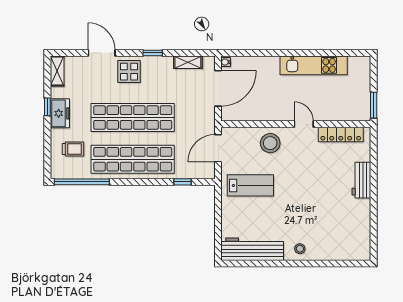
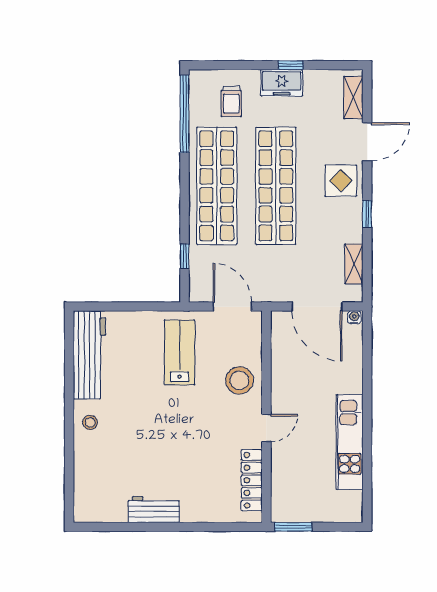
shelving: (57, 71) -> (353, 98), moved, turned 90
workbench: (361, 180) -> (154, 510), moved
lab bench: (250, 185) -> (180, 352), turned 180

